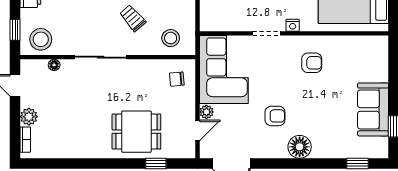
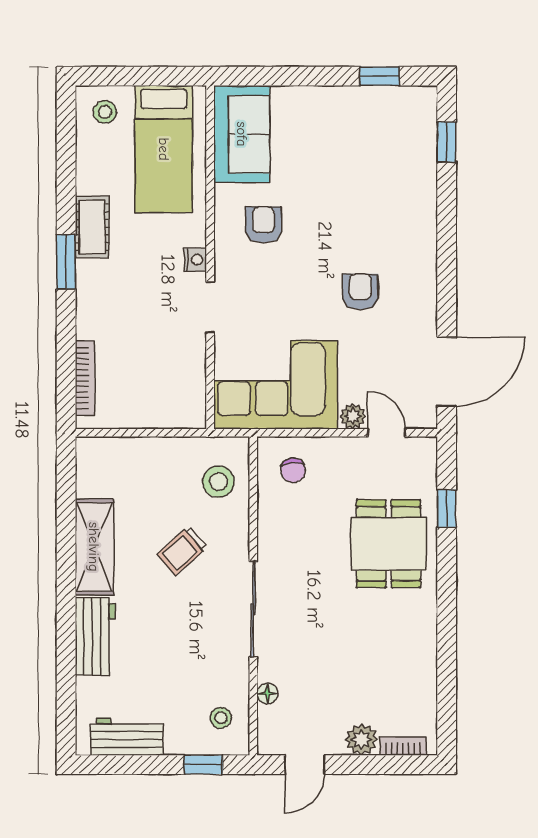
stool: (41, 39) -> (221, 718), width x0.53, depth x0.53
sofa: (373, 109) -> (242, 134), moved, turned -90
floor lamp: (300, 147) -> (416, 247), removed

